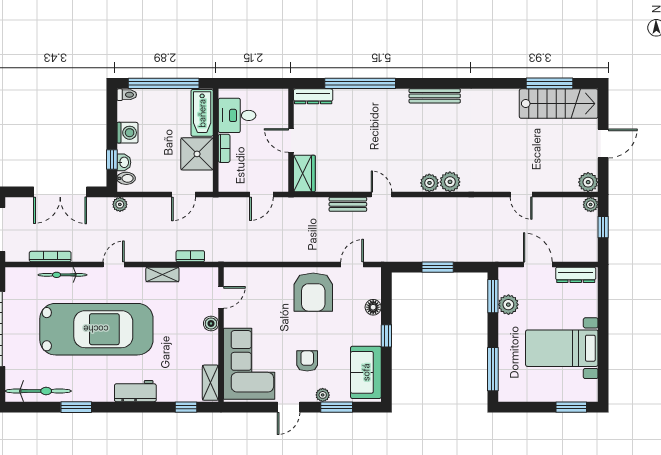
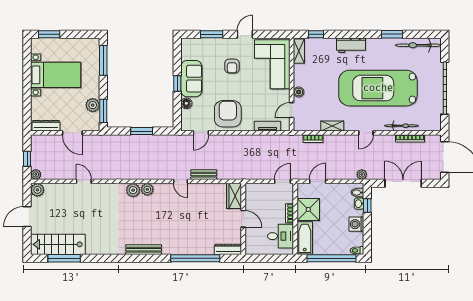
door: (261, 195) -> (283, 181), moved
tv unit: (256, 274) -> (267, 126), added
sofa: (366, 372) -> (191, 79), moved
plant: (323, 395) -> (221, 43), removed

